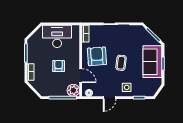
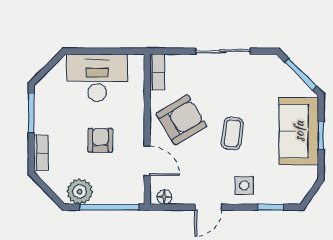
armchair: (97, 56) -> (181, 120), turned 63
plant: (73, 90) -> (80, 192), moved

